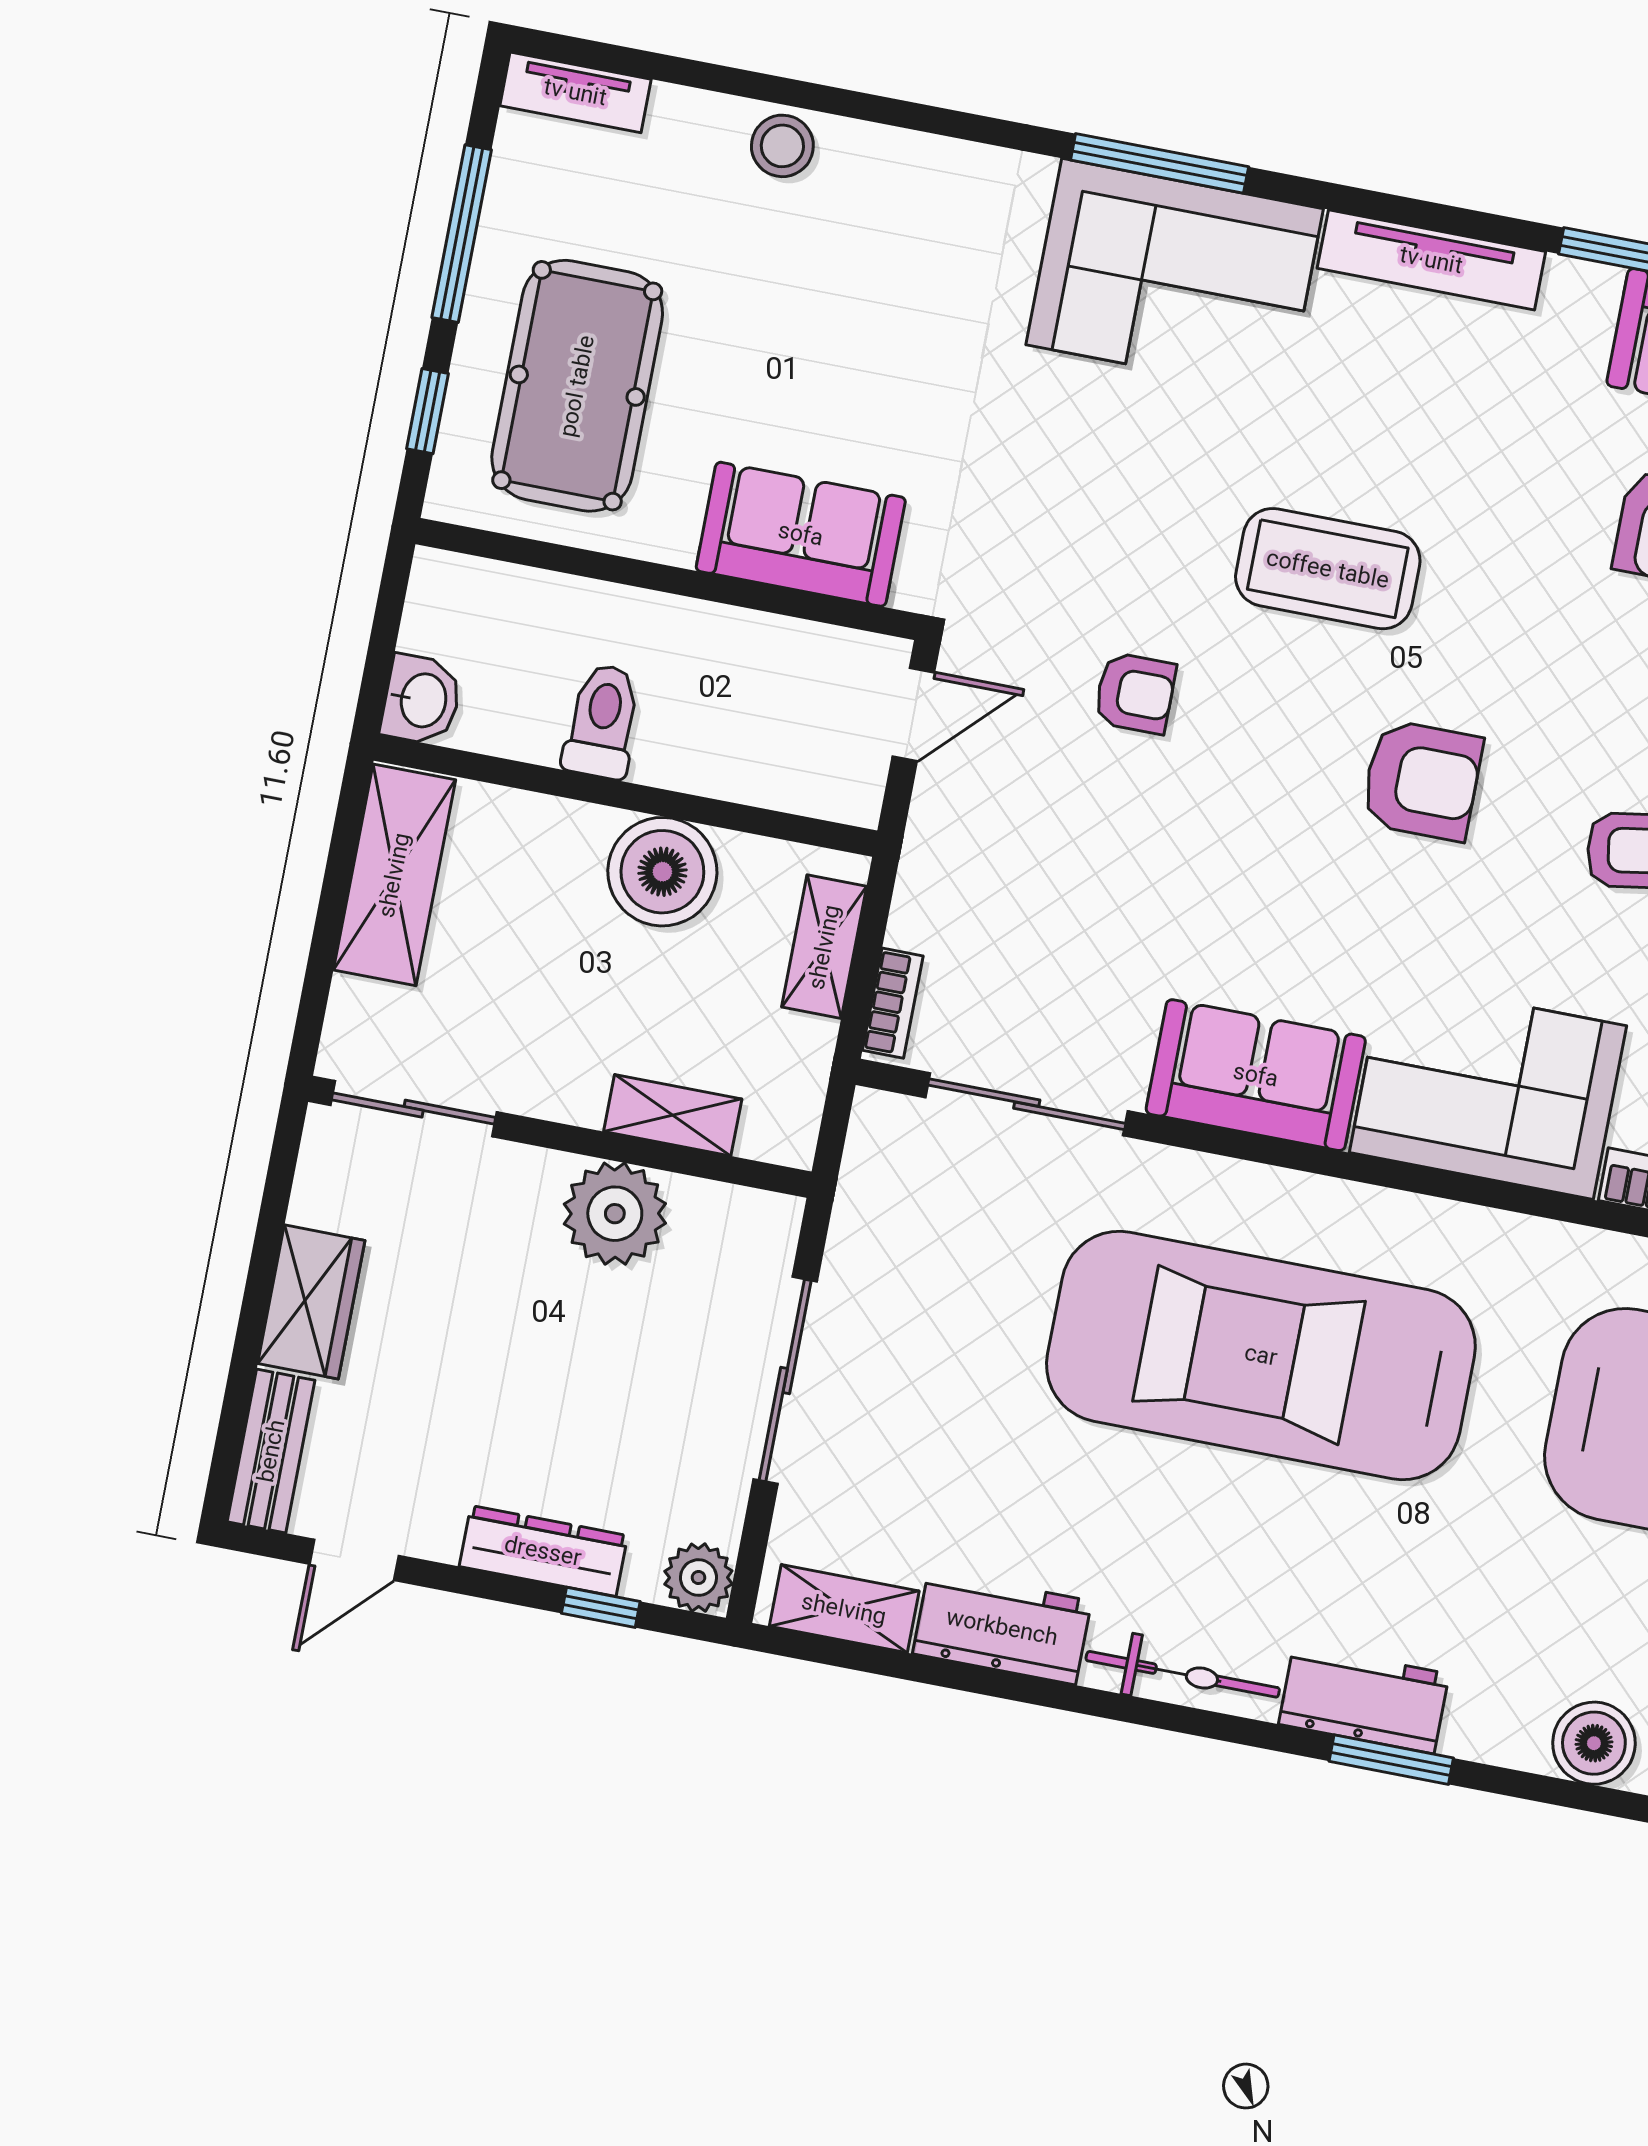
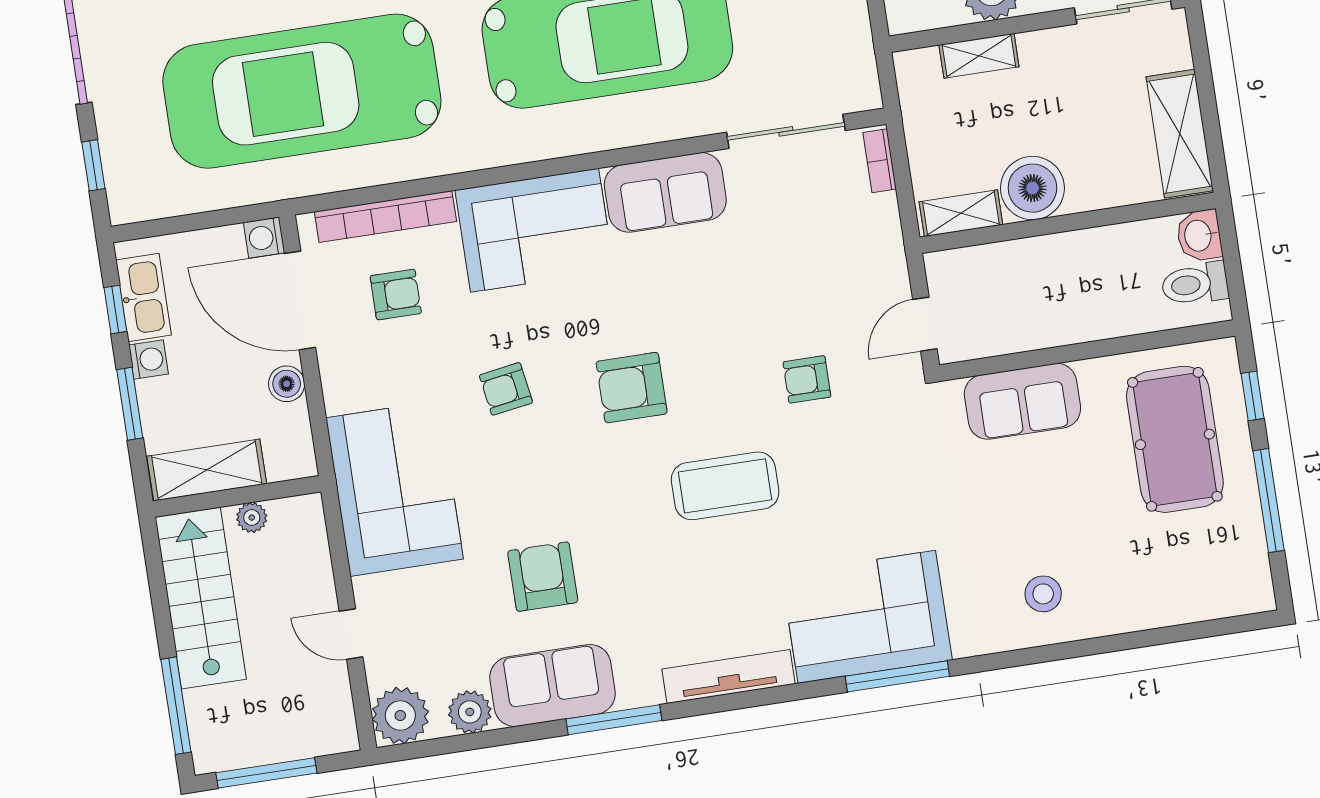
tv unit: (575, 92) -> (1233, 601), removed
stool: (782, 146) -> (1043, 594), moved
toilet: (602, 721) -> (1195, 284), moved, turned 90
shelving: (824, 947) -> (961, 213), moved, turned 90

